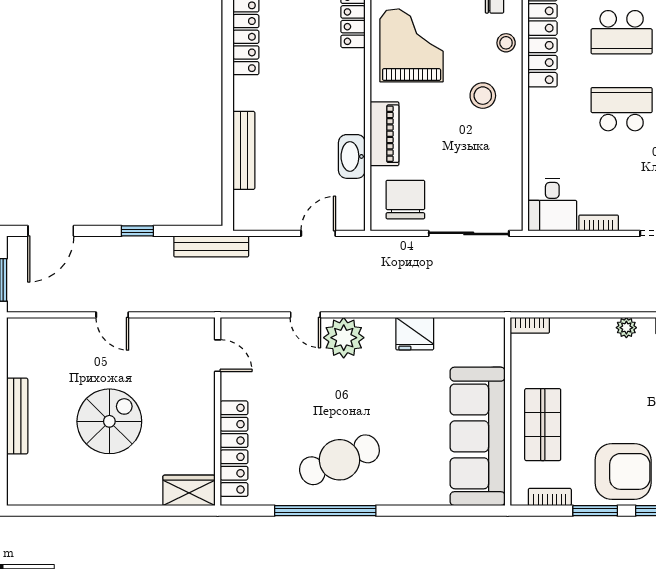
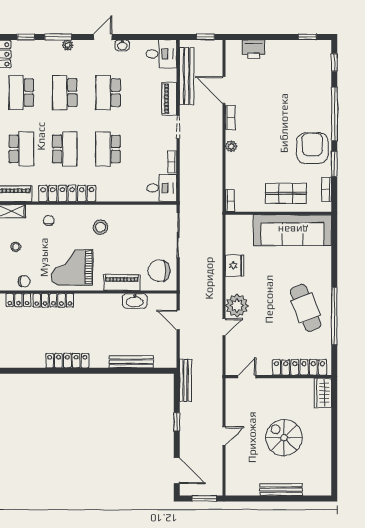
stool: (506, 43) -> (71, 214), removed

